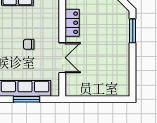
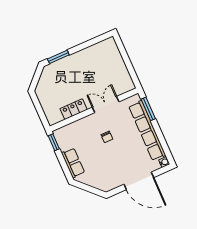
window: (27, 99) -> (148, 109), moved

